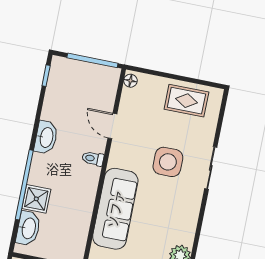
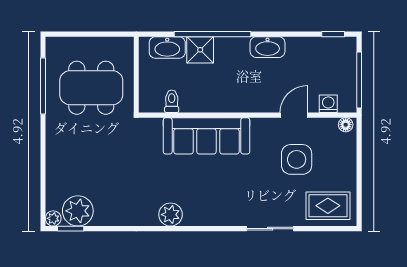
washing machine: (108, 93) -> (328, 104), added
rug: (186, 101) -> (328, 206), moved, turned 90
toilet: (93, 159) -> (172, 101), moved
side table: (168, 162) -> (297, 159), moved

